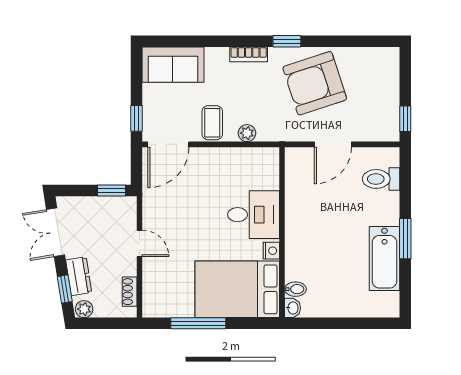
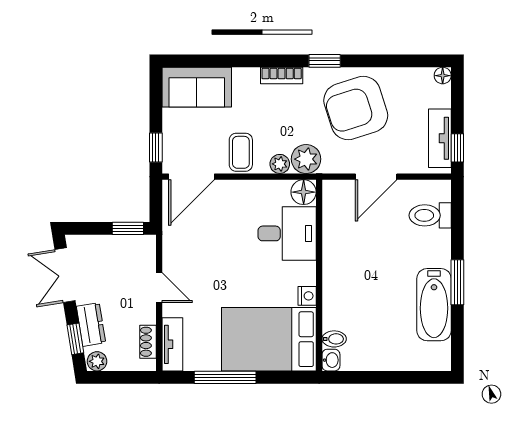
floor lamp: (392, 54) -> (443, 76), added
tv unit: (390, 110) -> (440, 138), added
plant: (270, 129) -> (306, 159), added
floor lamp: (268, 158) -> (304, 192), added
desk: (254, 215) -> (287, 233), moved
tv unit: (151, 294) -> (172, 344), added

